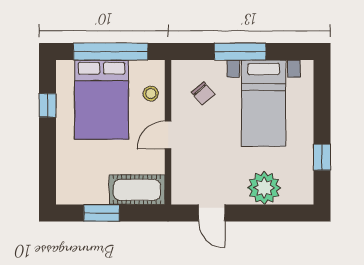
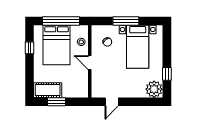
door: (168, 135) -> (90, 63), hinge flipped
plant: (264, 188) -> (154, 89), moved
cot: (137, 190) -> (48, 90), moved
door: (212, 213) -> (112, 102), hinge flipped

